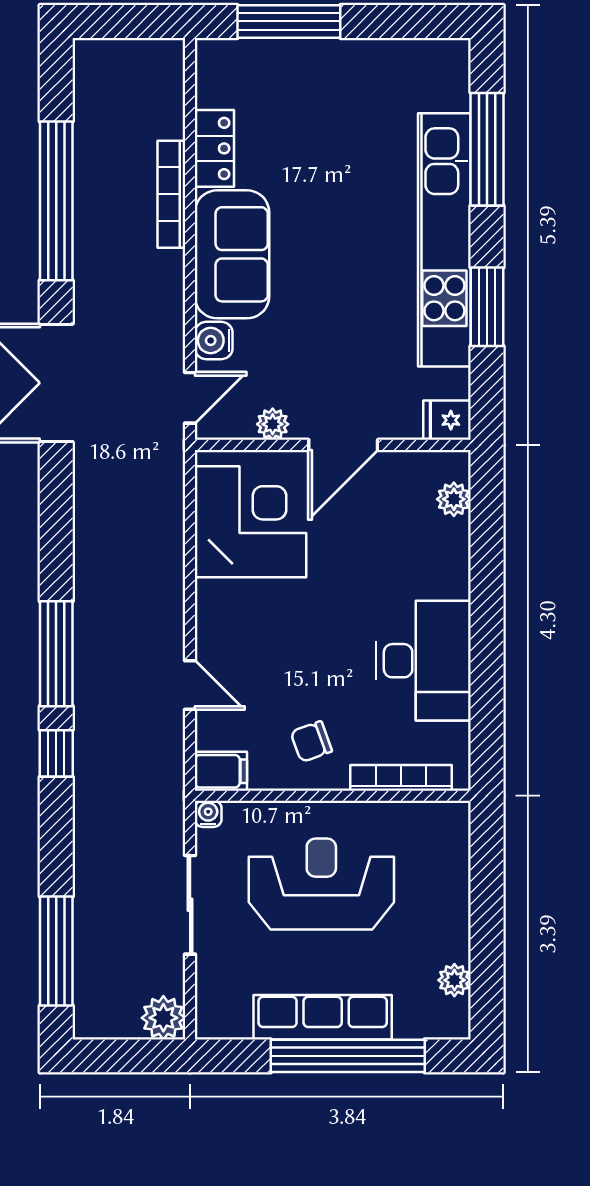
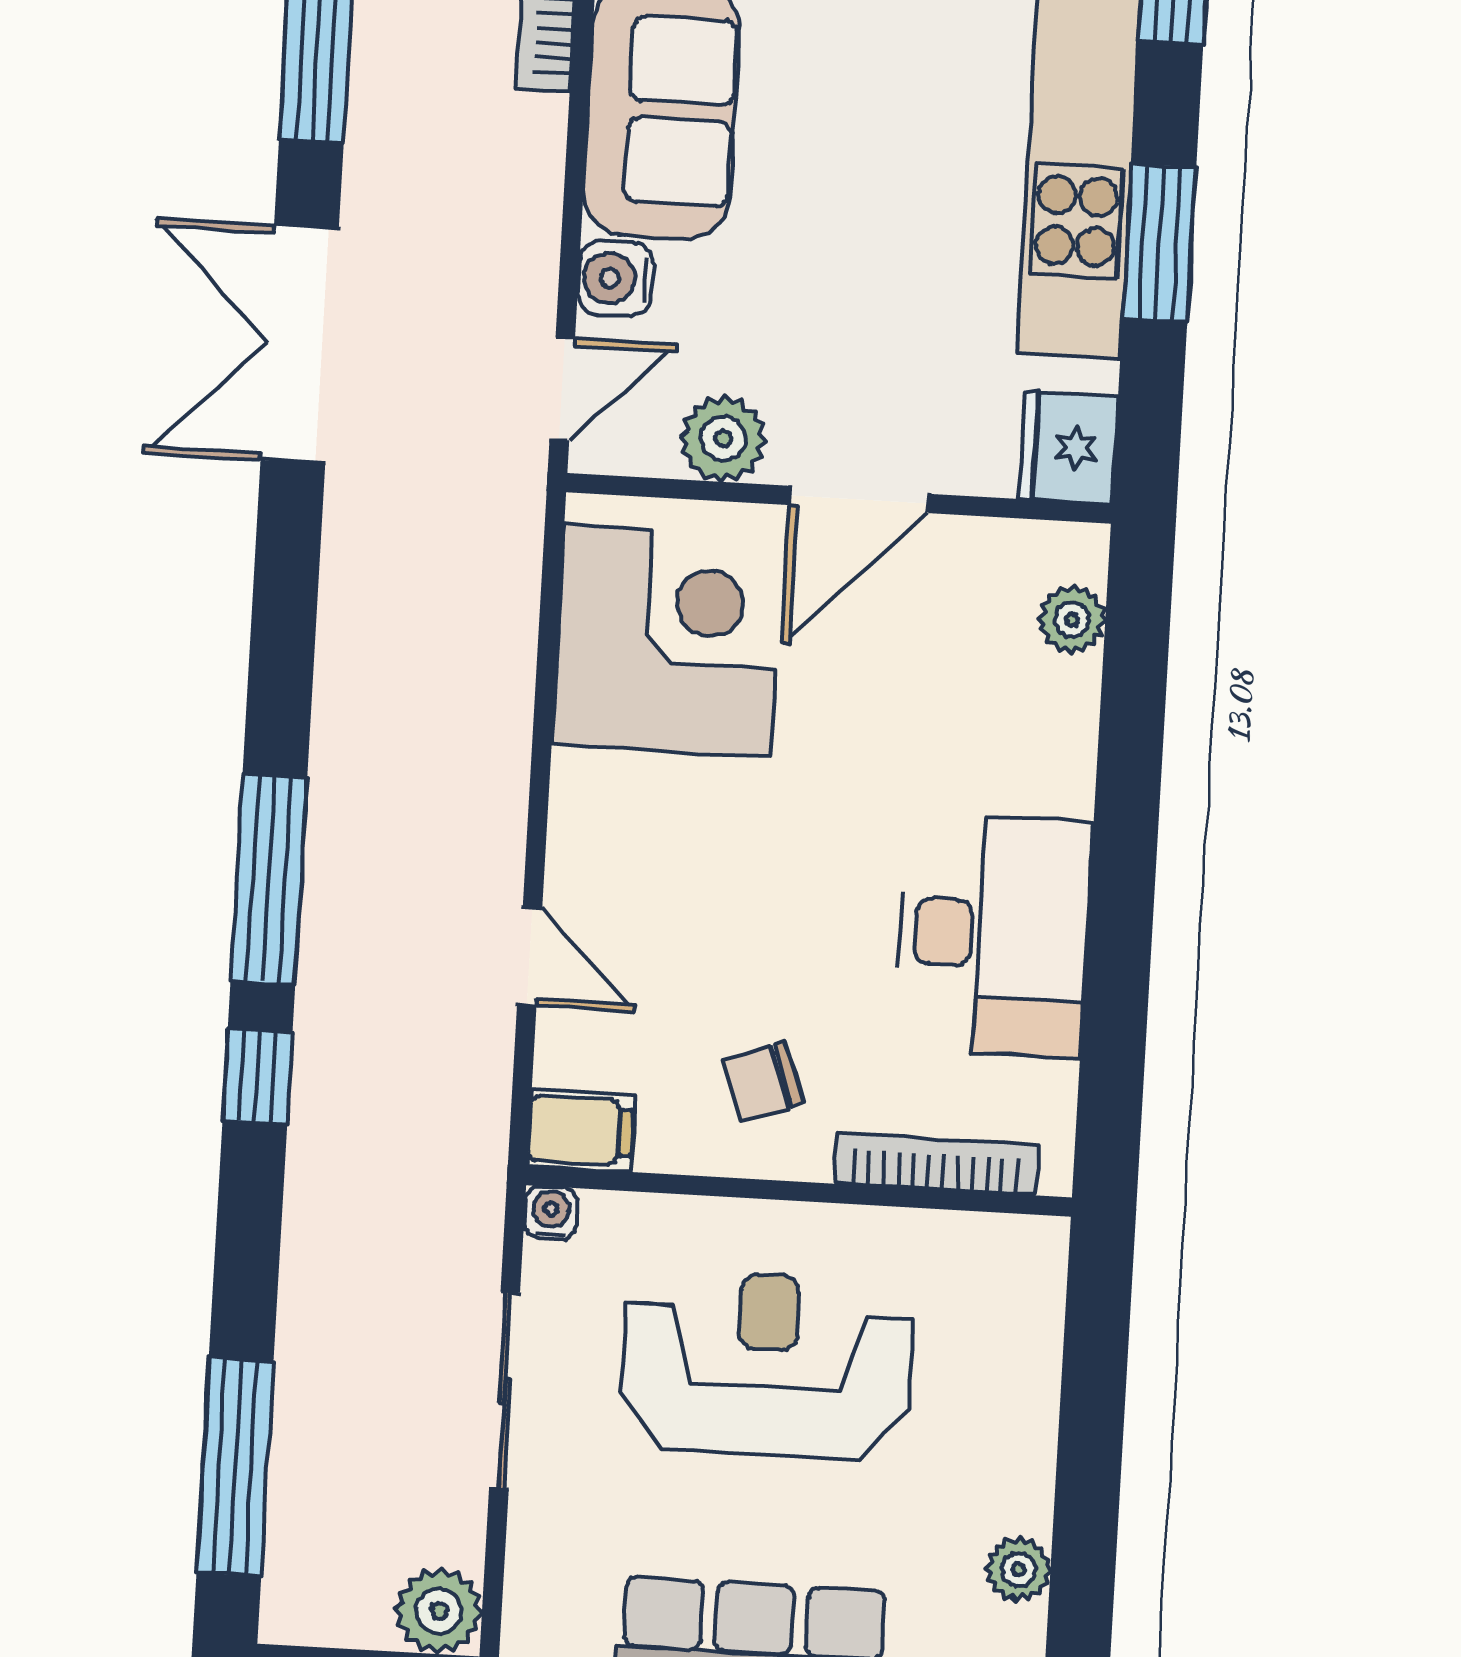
fridge: (447, 420) -> (1068, 447), width x1.38
plant: (273, 424) -> (723, 439), width x1.38, depth x1.38

